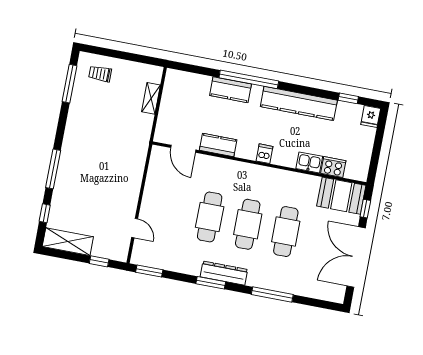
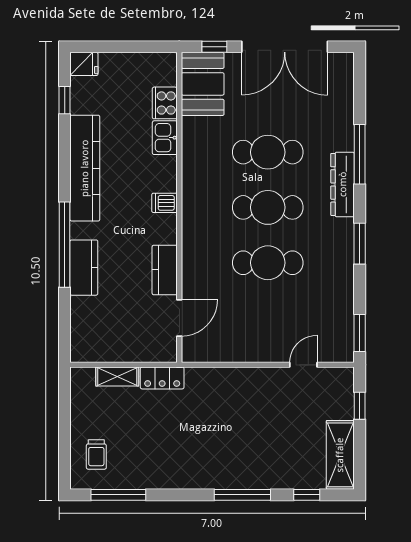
locker: (144, 129) -> (162, 378), added
dresser: (224, 273) -> (343, 184), moved

